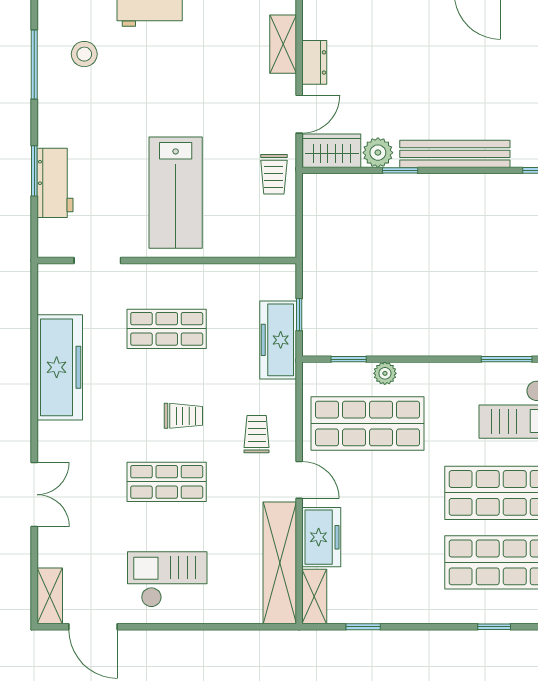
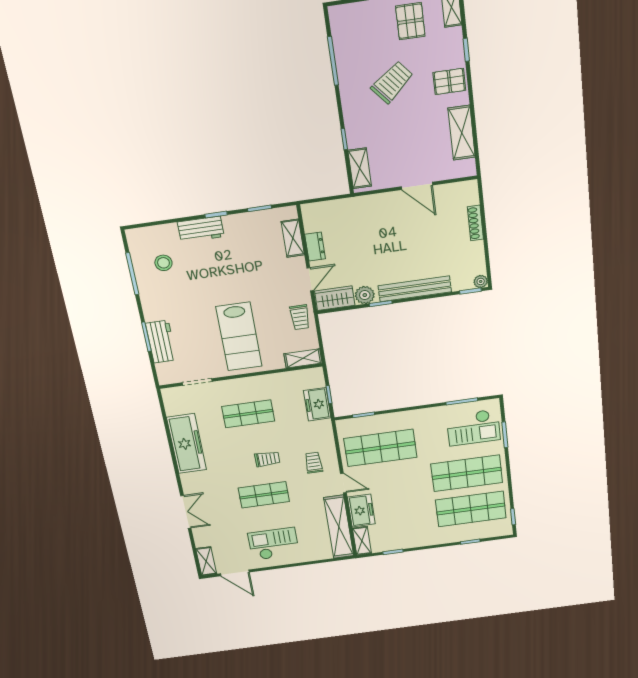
shelving: (268, 245) -> (303, 358), added
freezer: (278, 340) -> (317, 404), width x0.71
plant: (385, 373) -> (387, 419), removed

